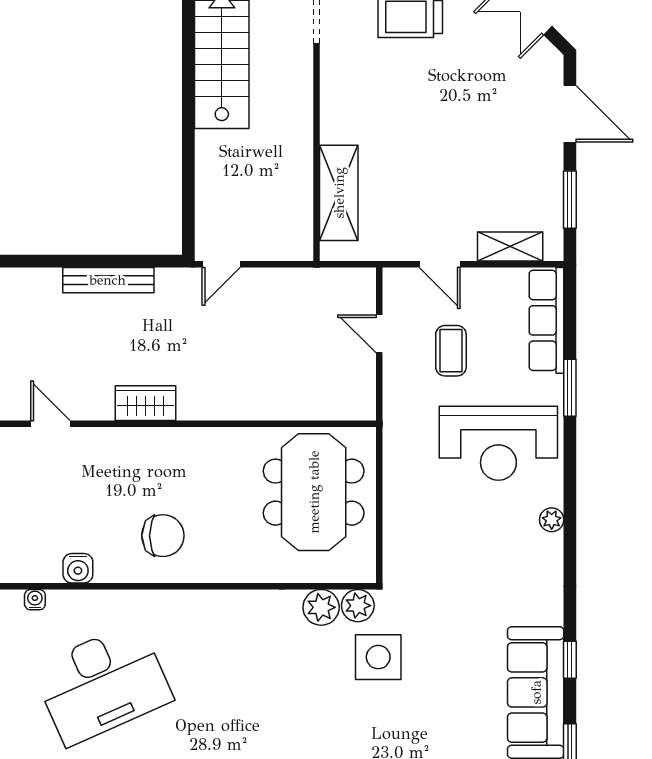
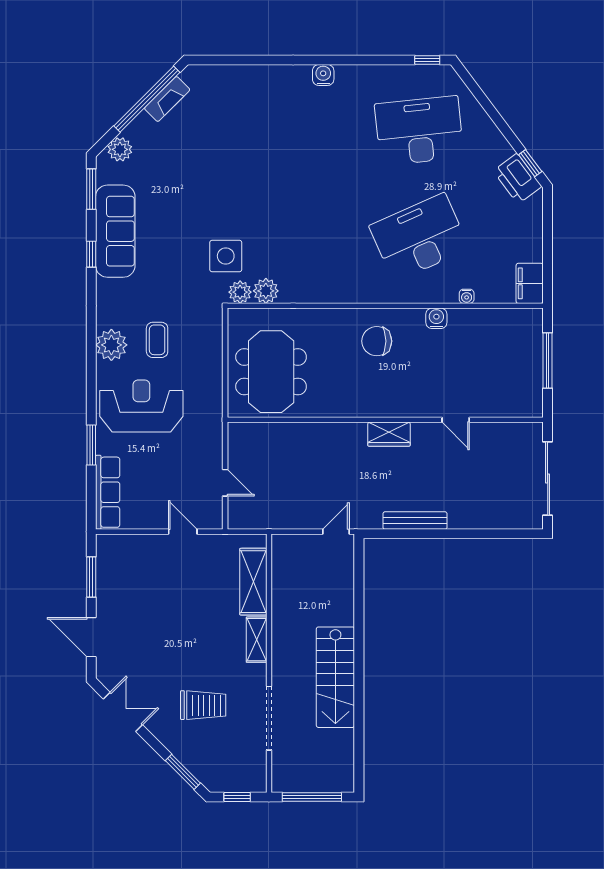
shelving: (510, 246) -> (257, 640), moved, turned 90
coffee table: (451, 351) -> (157, 340), moved
plant: (552, 520) -> (111, 345), width x1.87, depth x1.87

